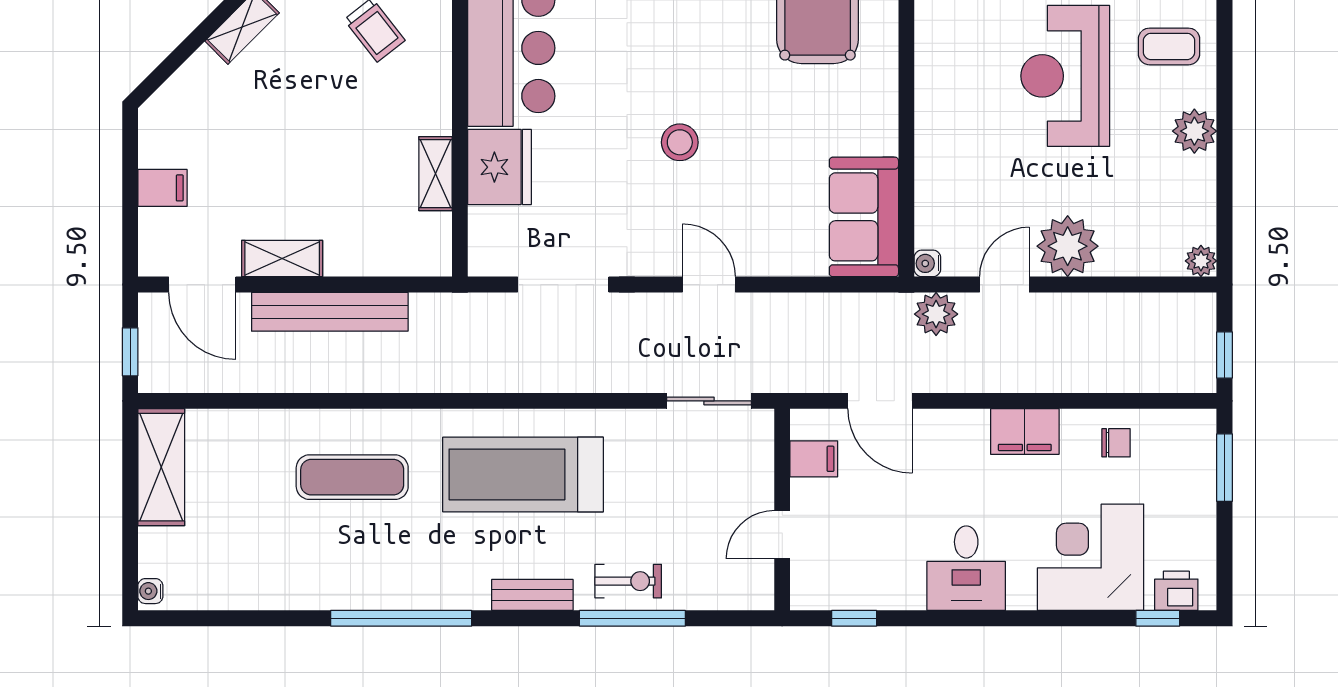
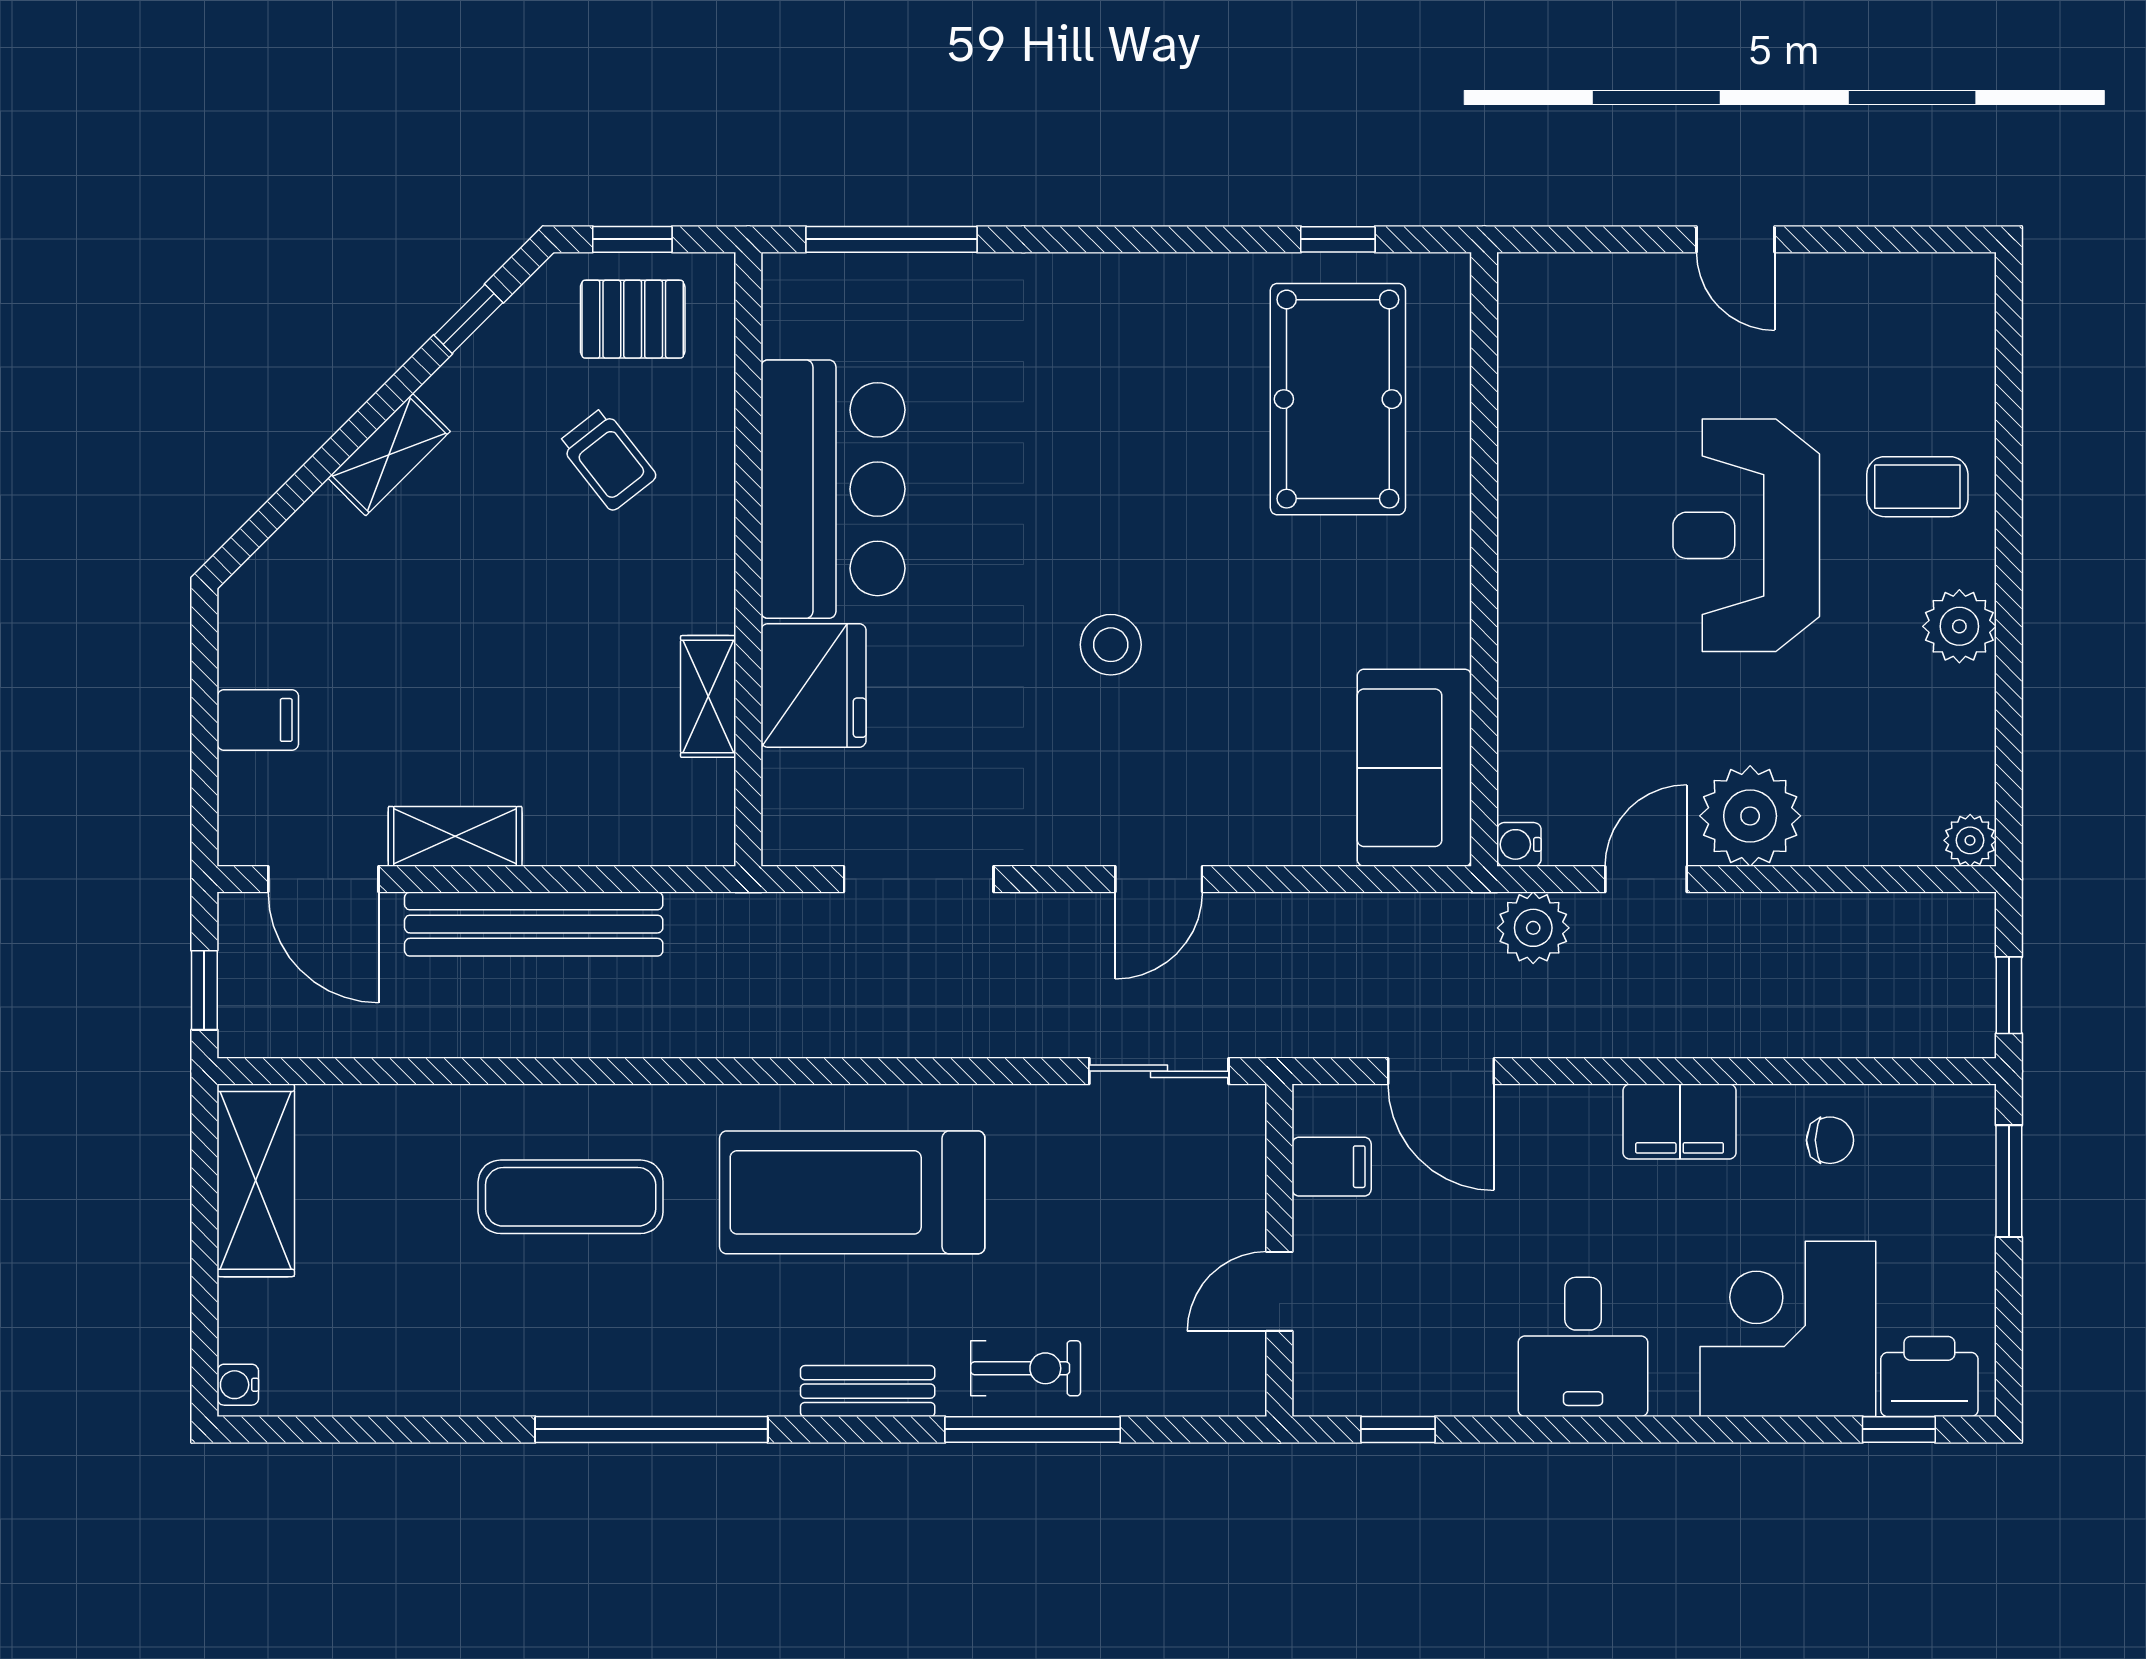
door: (709, 285) -> (1159, 879), swing flipped
printer: (1176, 591) -> (1929, 1377), width x1.36, depth x1.24

